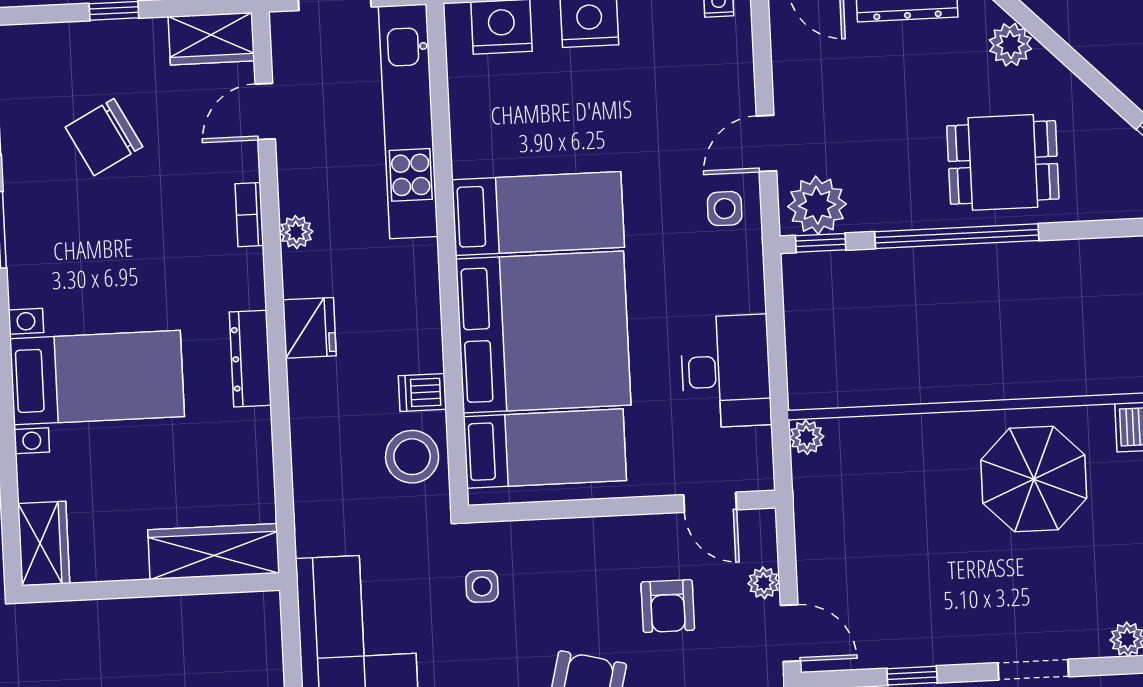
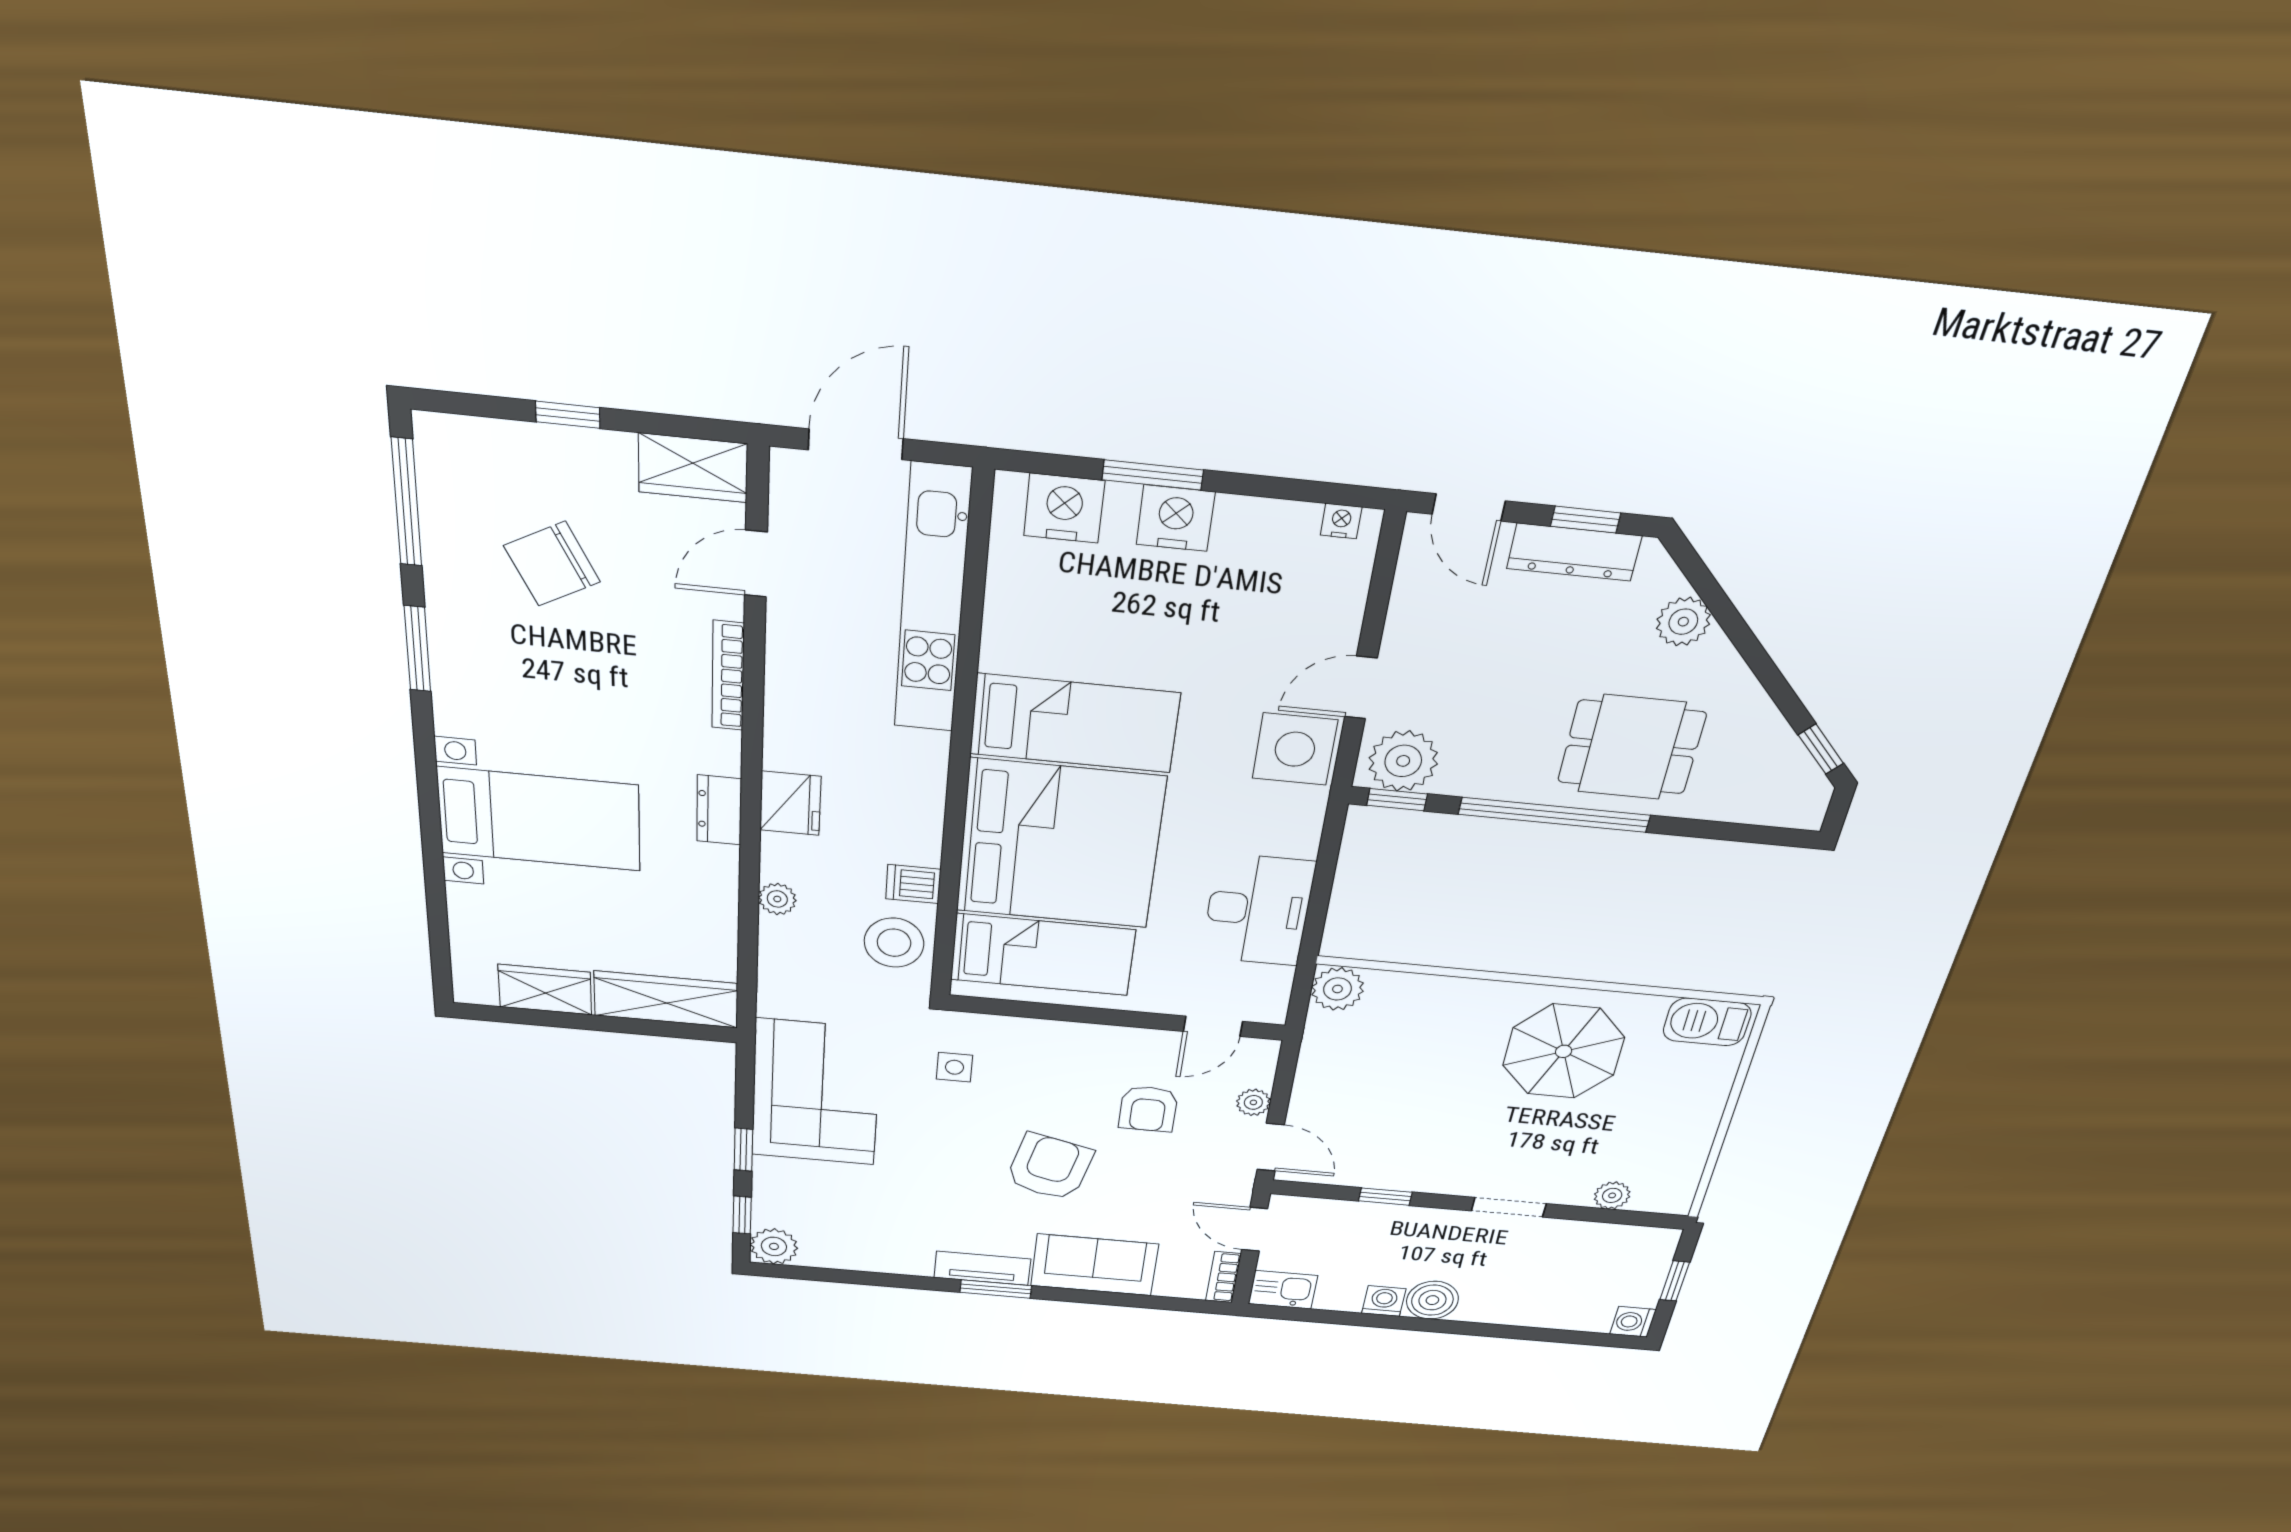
side table: (725, 209) -> (1295, 749), width x1.87, depth x1.87
bookcase: (249, 215) -> (728, 676), width x1.56
plant: (296, 232) -> (777, 899), moved
dresser: (250, 359) -> (719, 810), width x0.70
plant: (807, 437) -> (1337, 989), width x1.38, depth x1.38
door: (710, 502) -> (1213, 1026), hinge flipped
wardrobe: (44, 543) -> (545, 990), moved, turned -90

